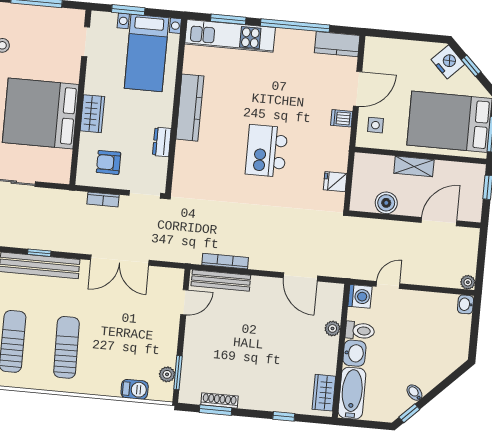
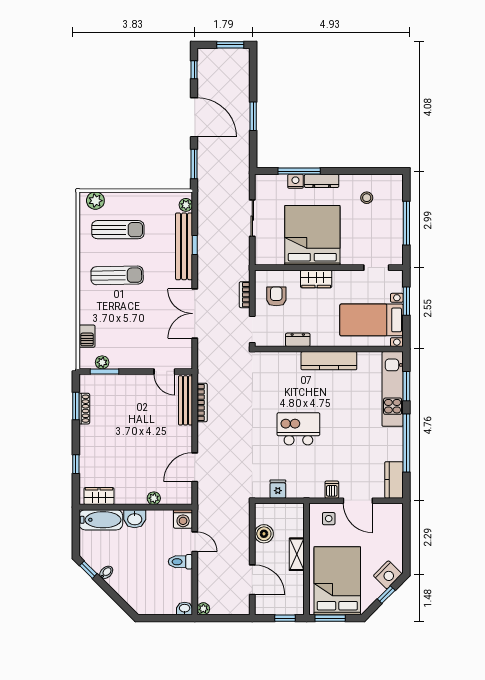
toilet: (360, 331) -> (180, 562), moved, turned 90

